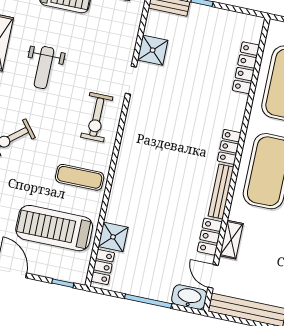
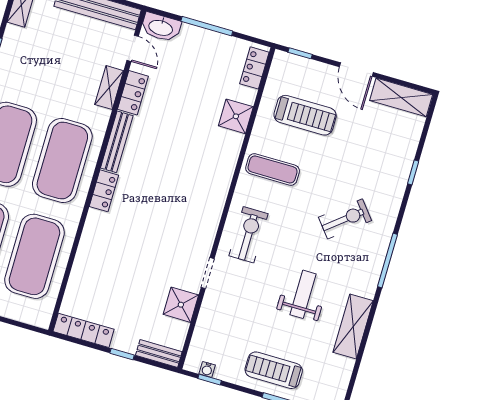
locker: (246, 68) -> (84, 330), moved, turned -90
treadmill: (54, 228) -> (305, 115), width x0.73, depth x0.73
shower: (113, 237) -> (236, 116), moved

